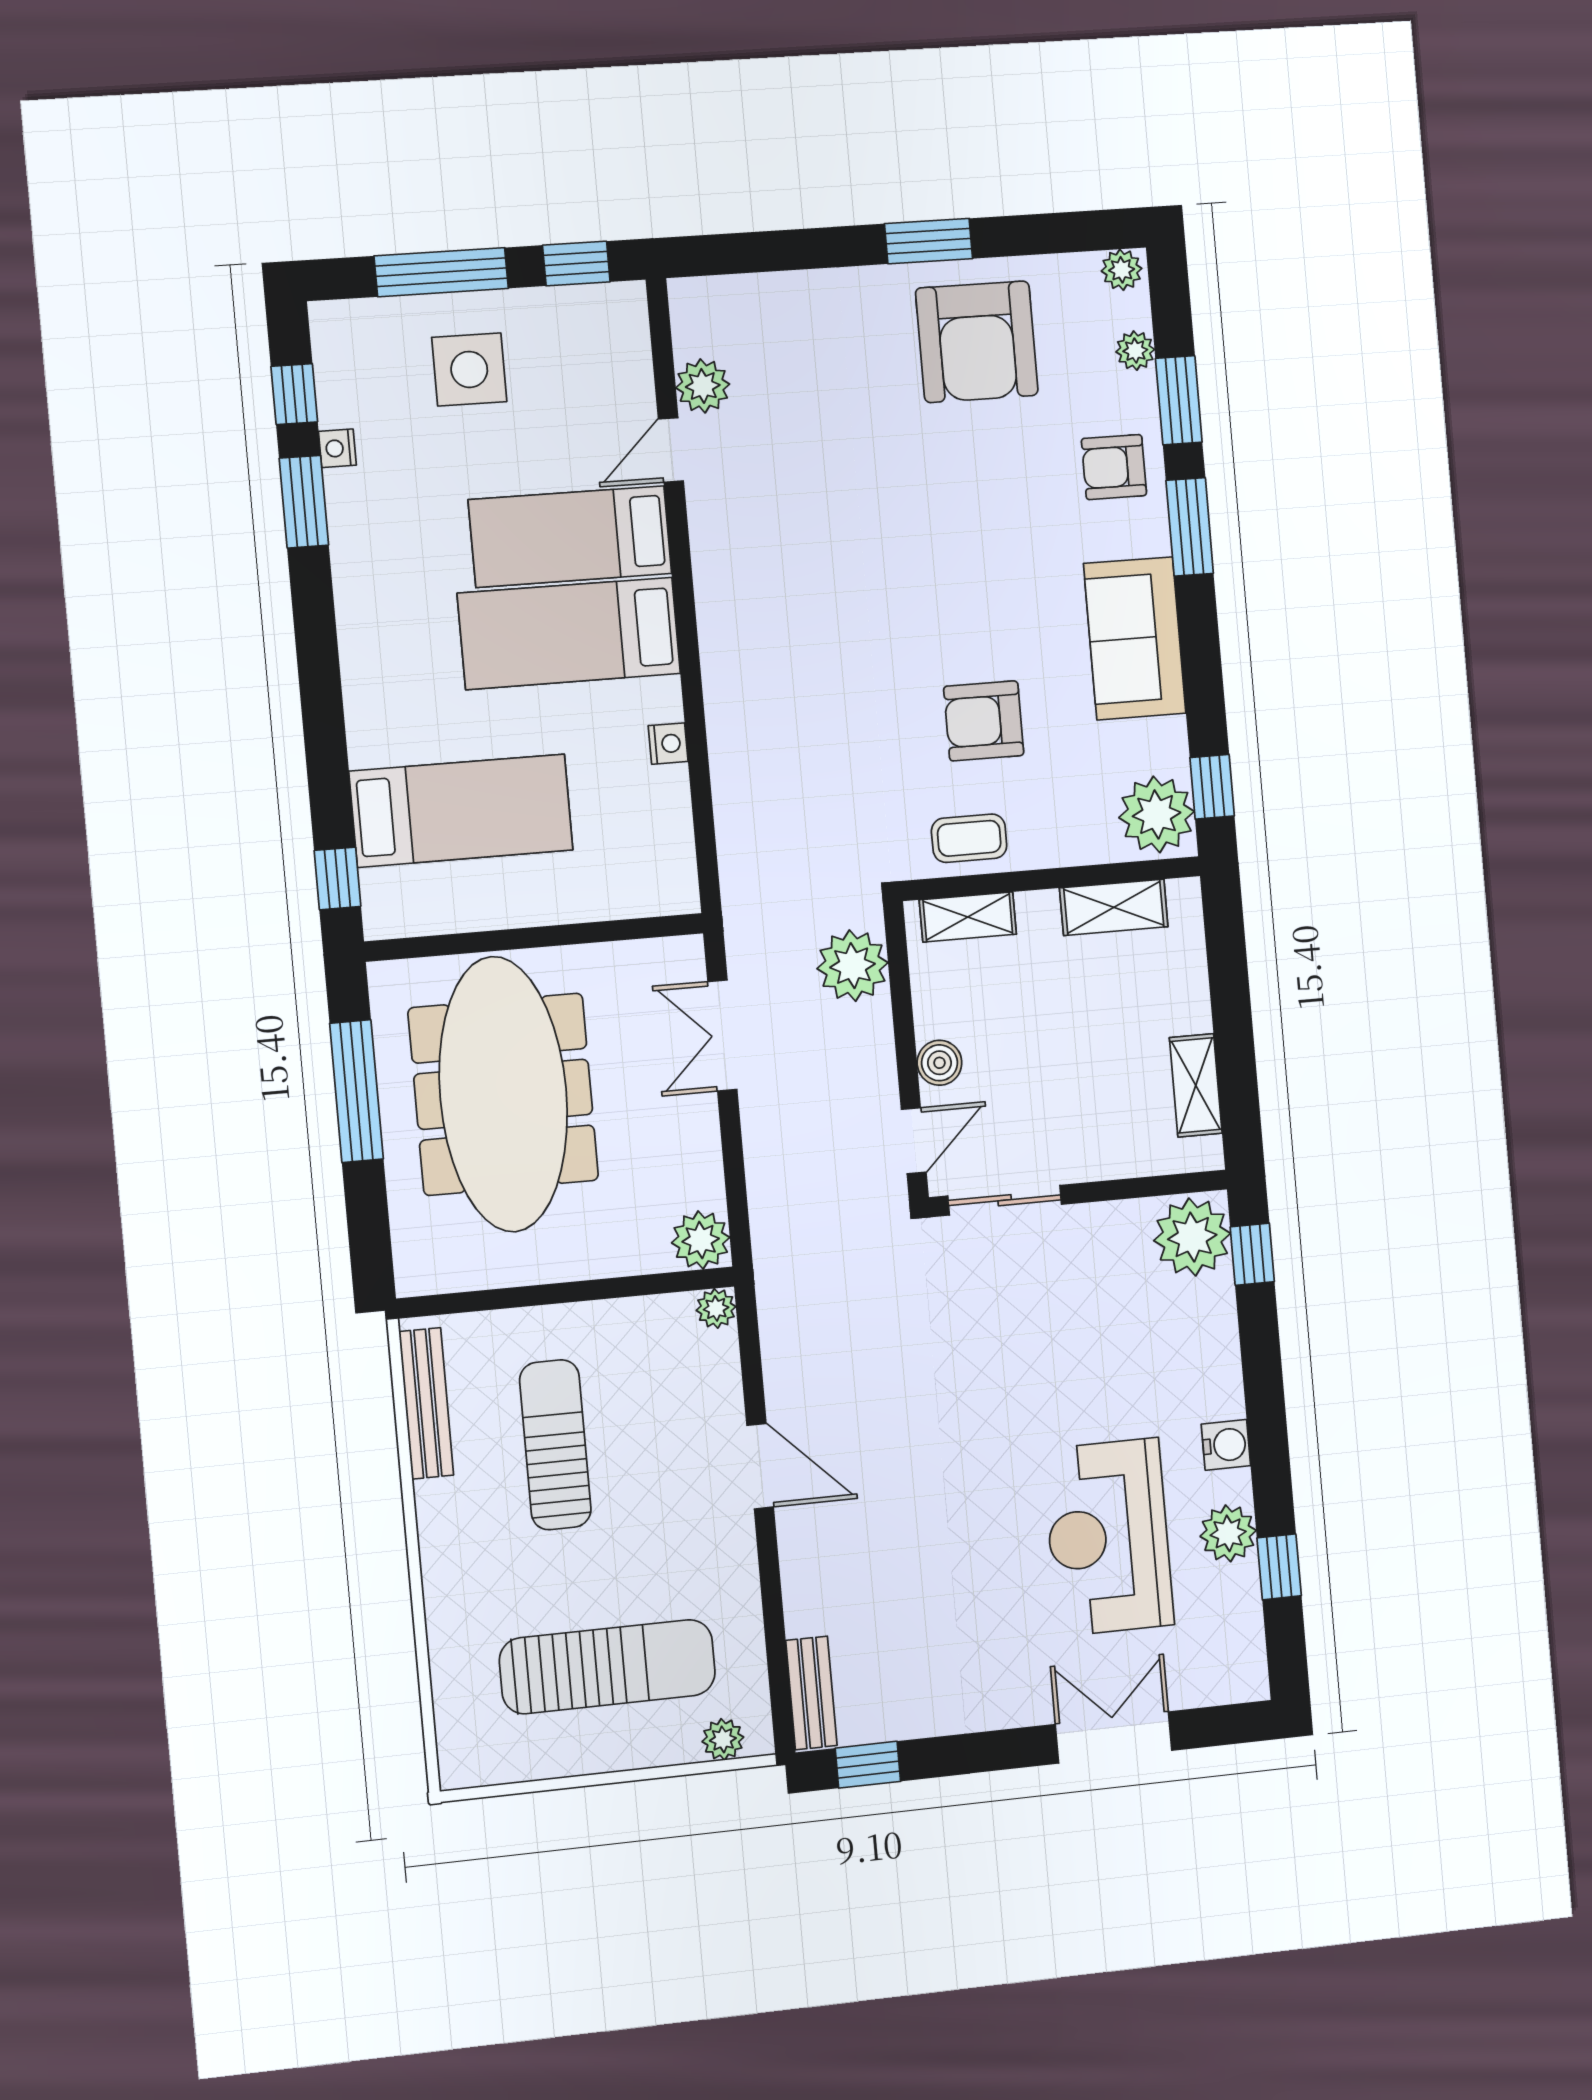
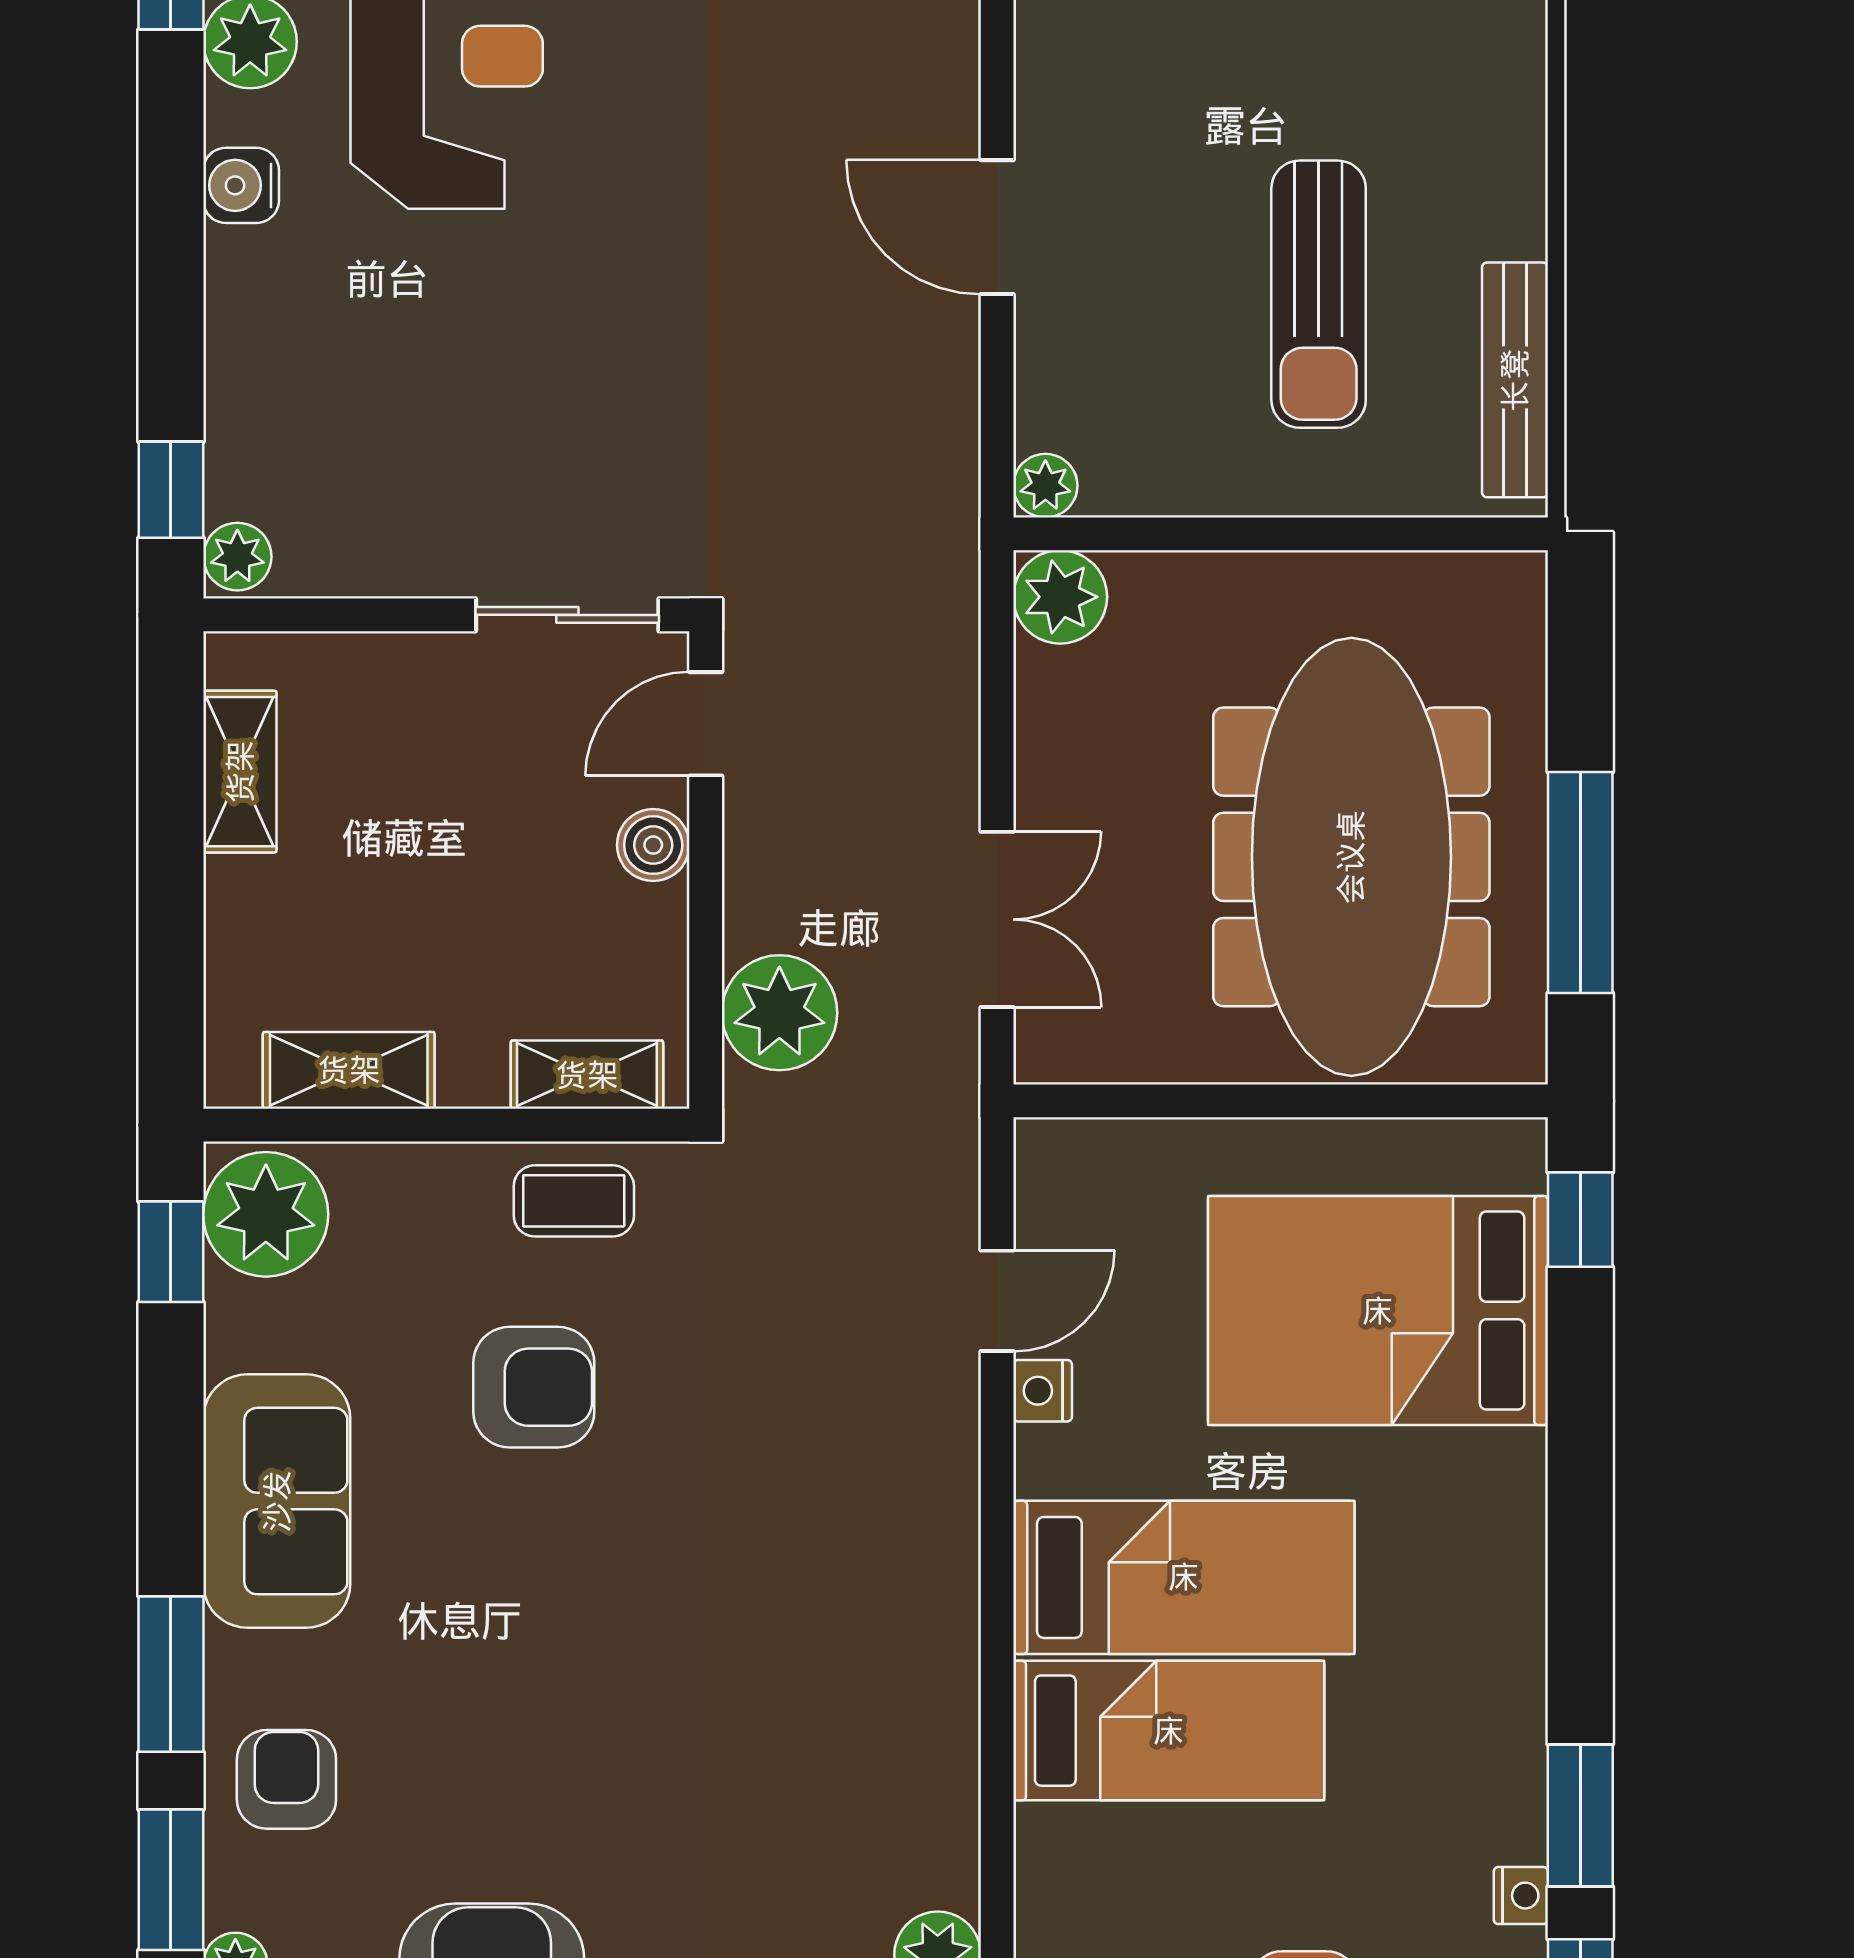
door: (671, 450) -> (997, 1301), moved
armchair: (1114, 467) -> (286, 1779), turned -90
bed: (461, 811) -> (1378, 1311), width x1.50
plant: (1192, 1237) -> (237, 557), width x0.53, depth x0.53

